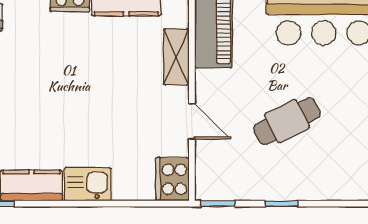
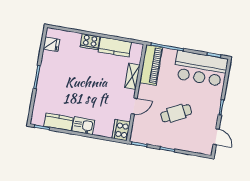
door: (192, 121) -> (134, 106), hinge flipped

